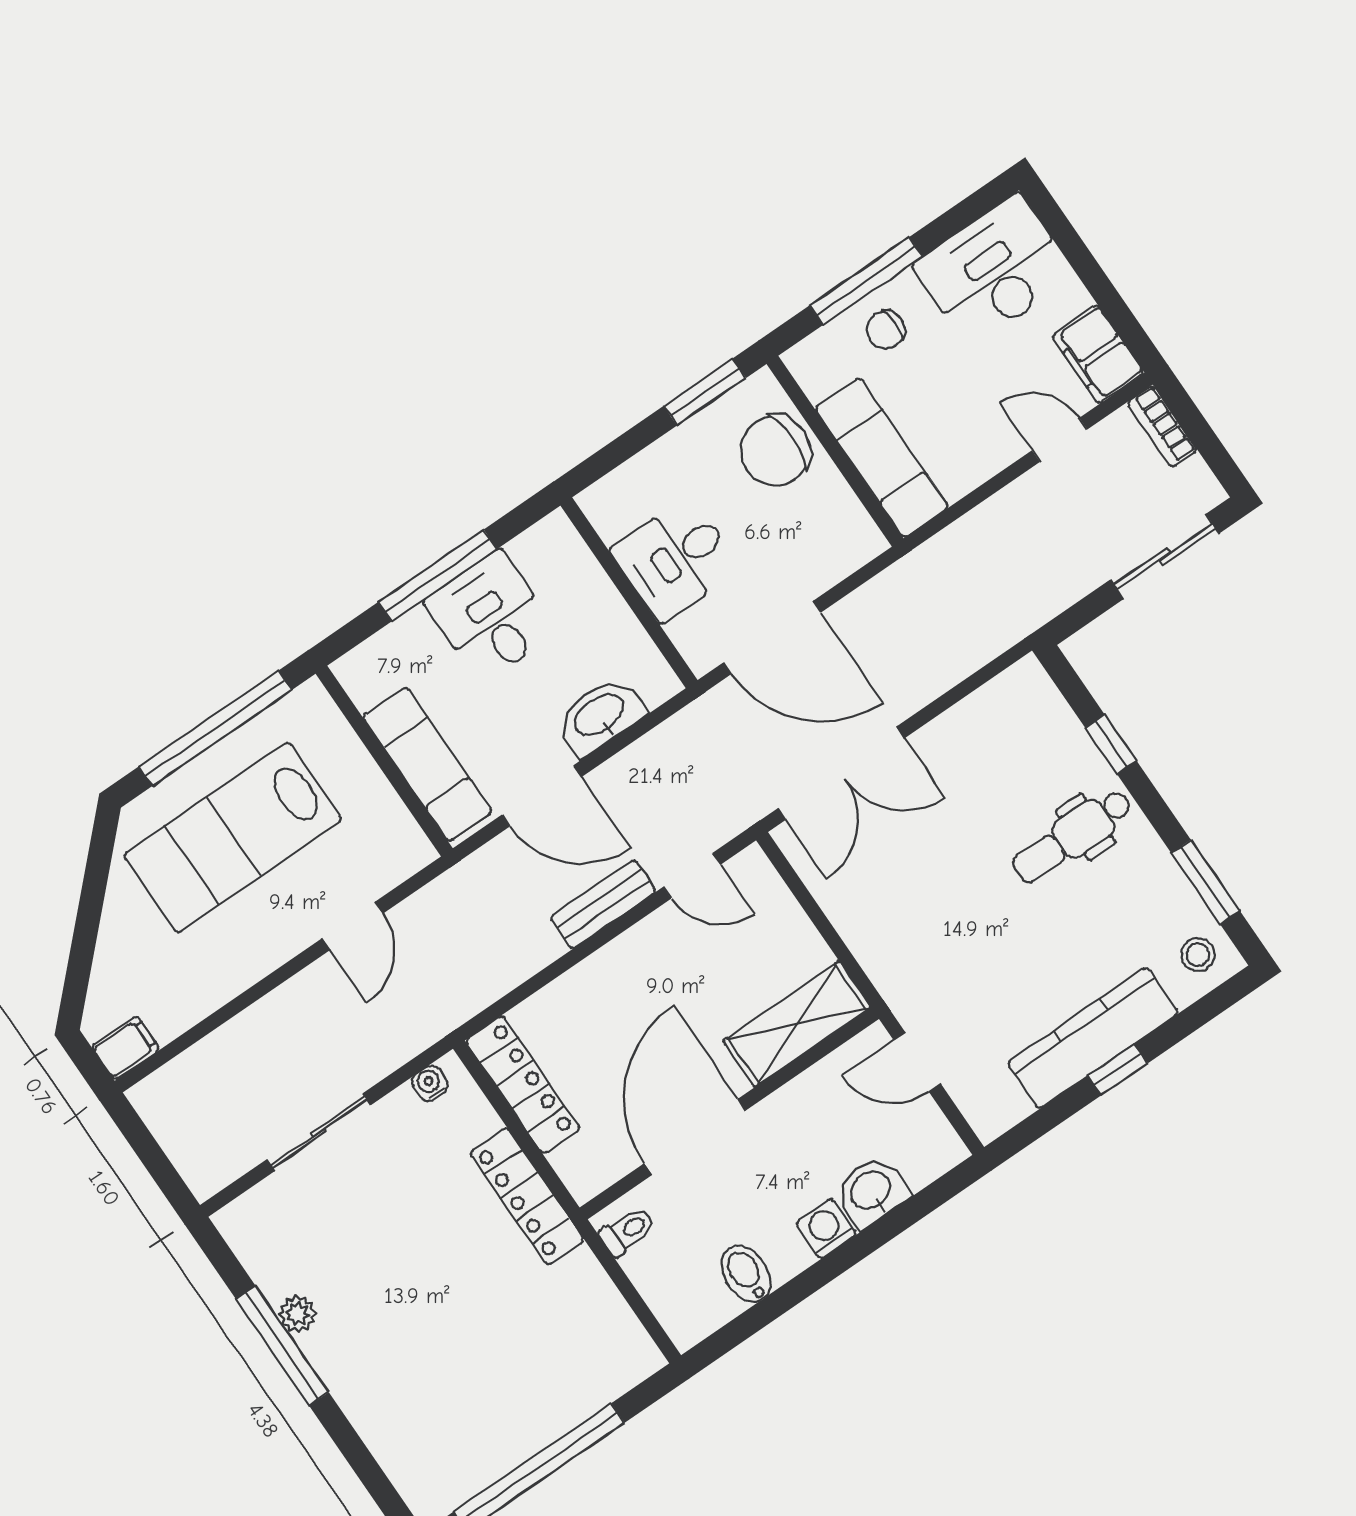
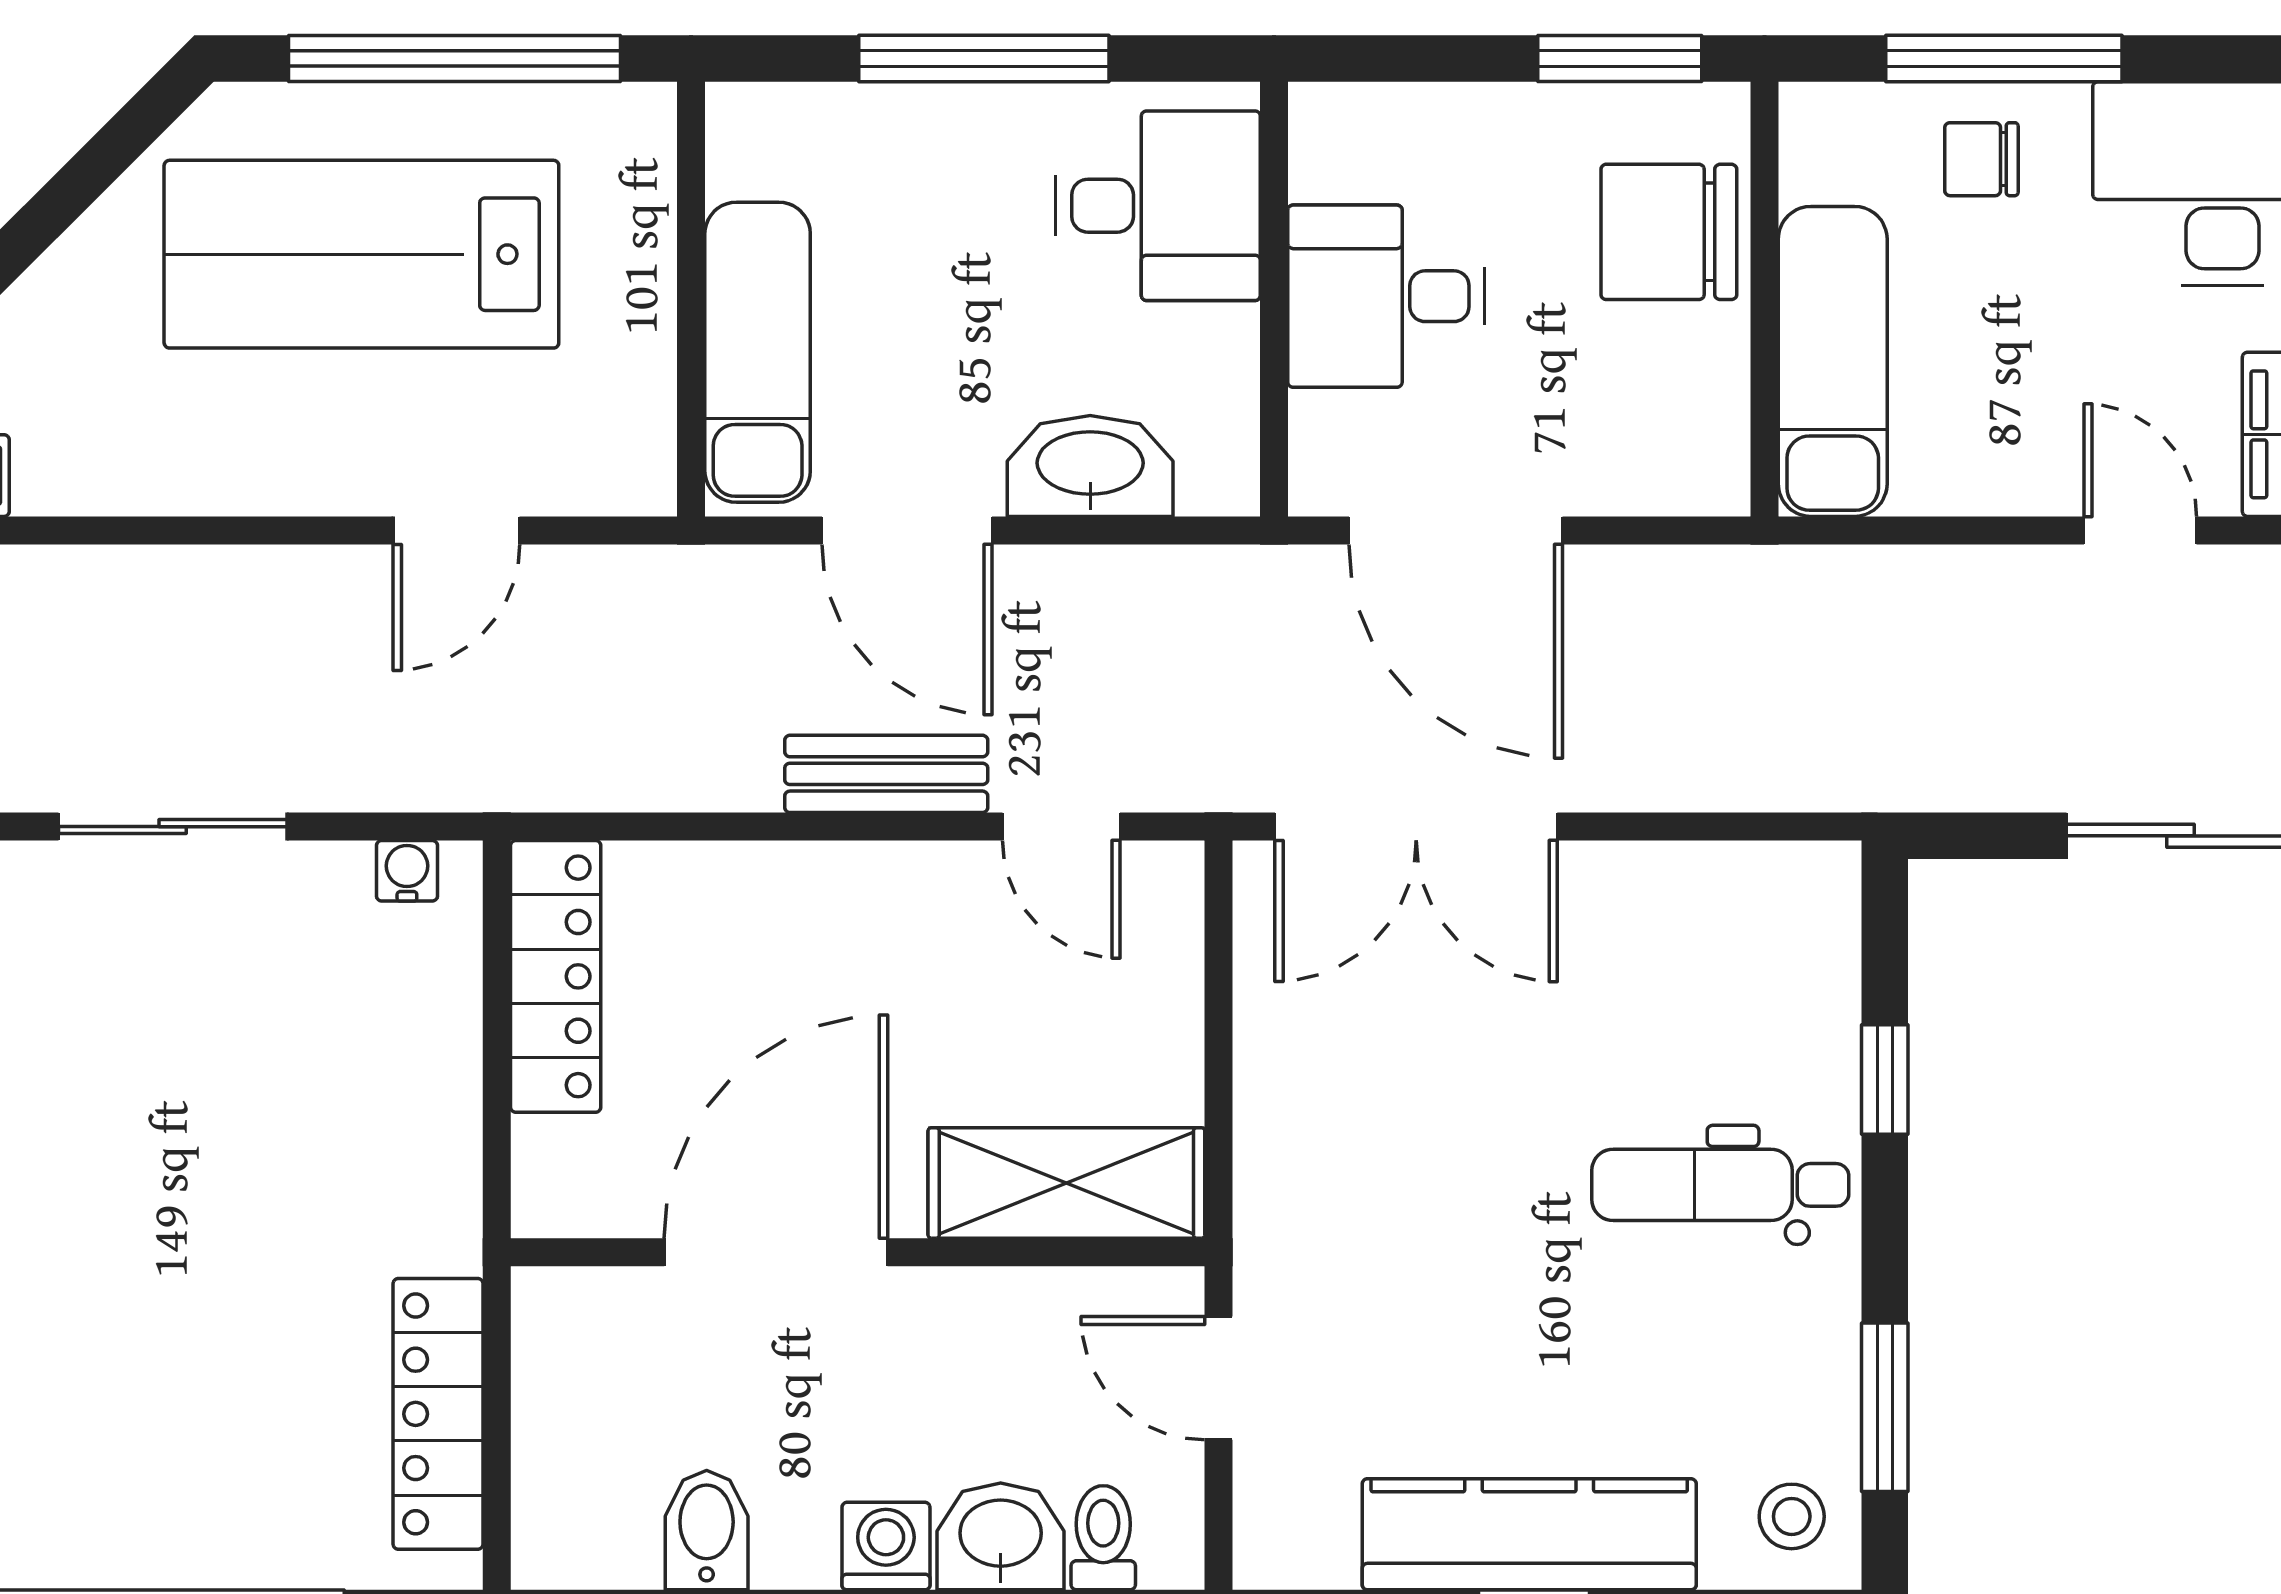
desk: (491, 617) -> (1158, 206), moved, turned 90
locker: (527, 1196) -> (438, 1414), moved
toilet: (628, 1231) -> (1103, 1538), moved, turned -90

